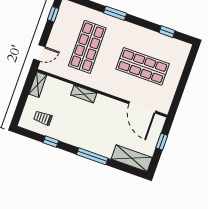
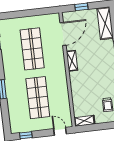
shop shelf: (87, 47) -> (38, 98), turned 90
shelving: (84, 94) -> (72, 61), moved

